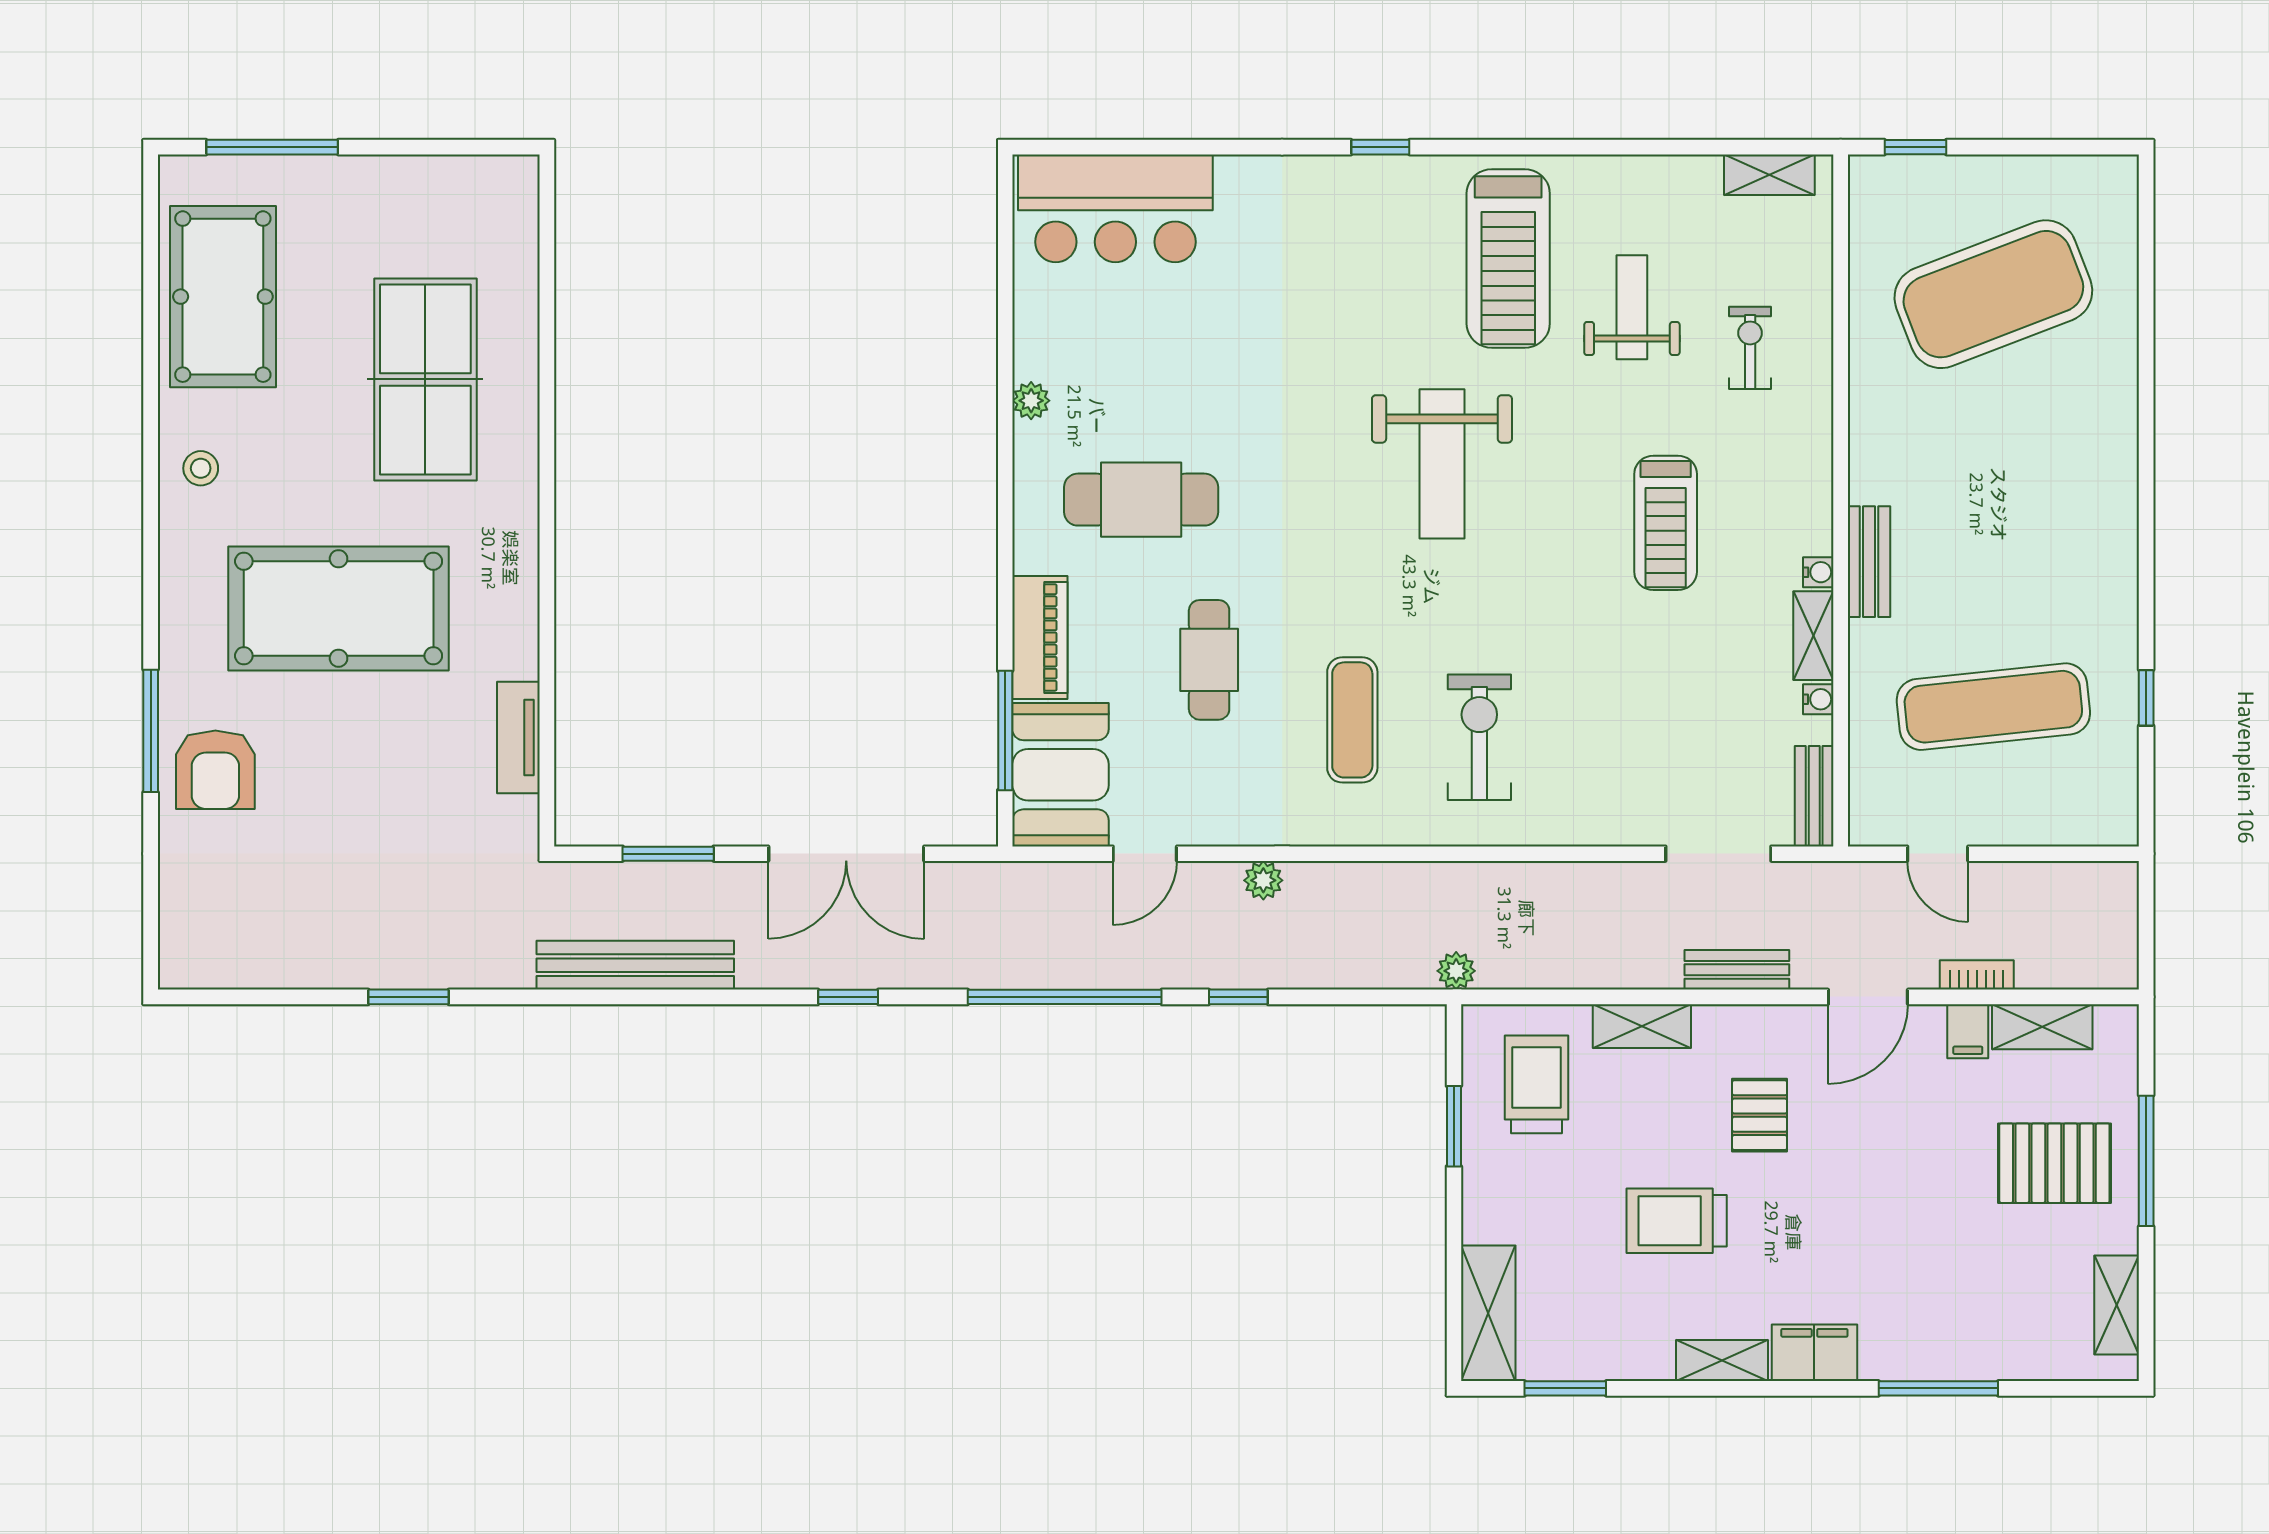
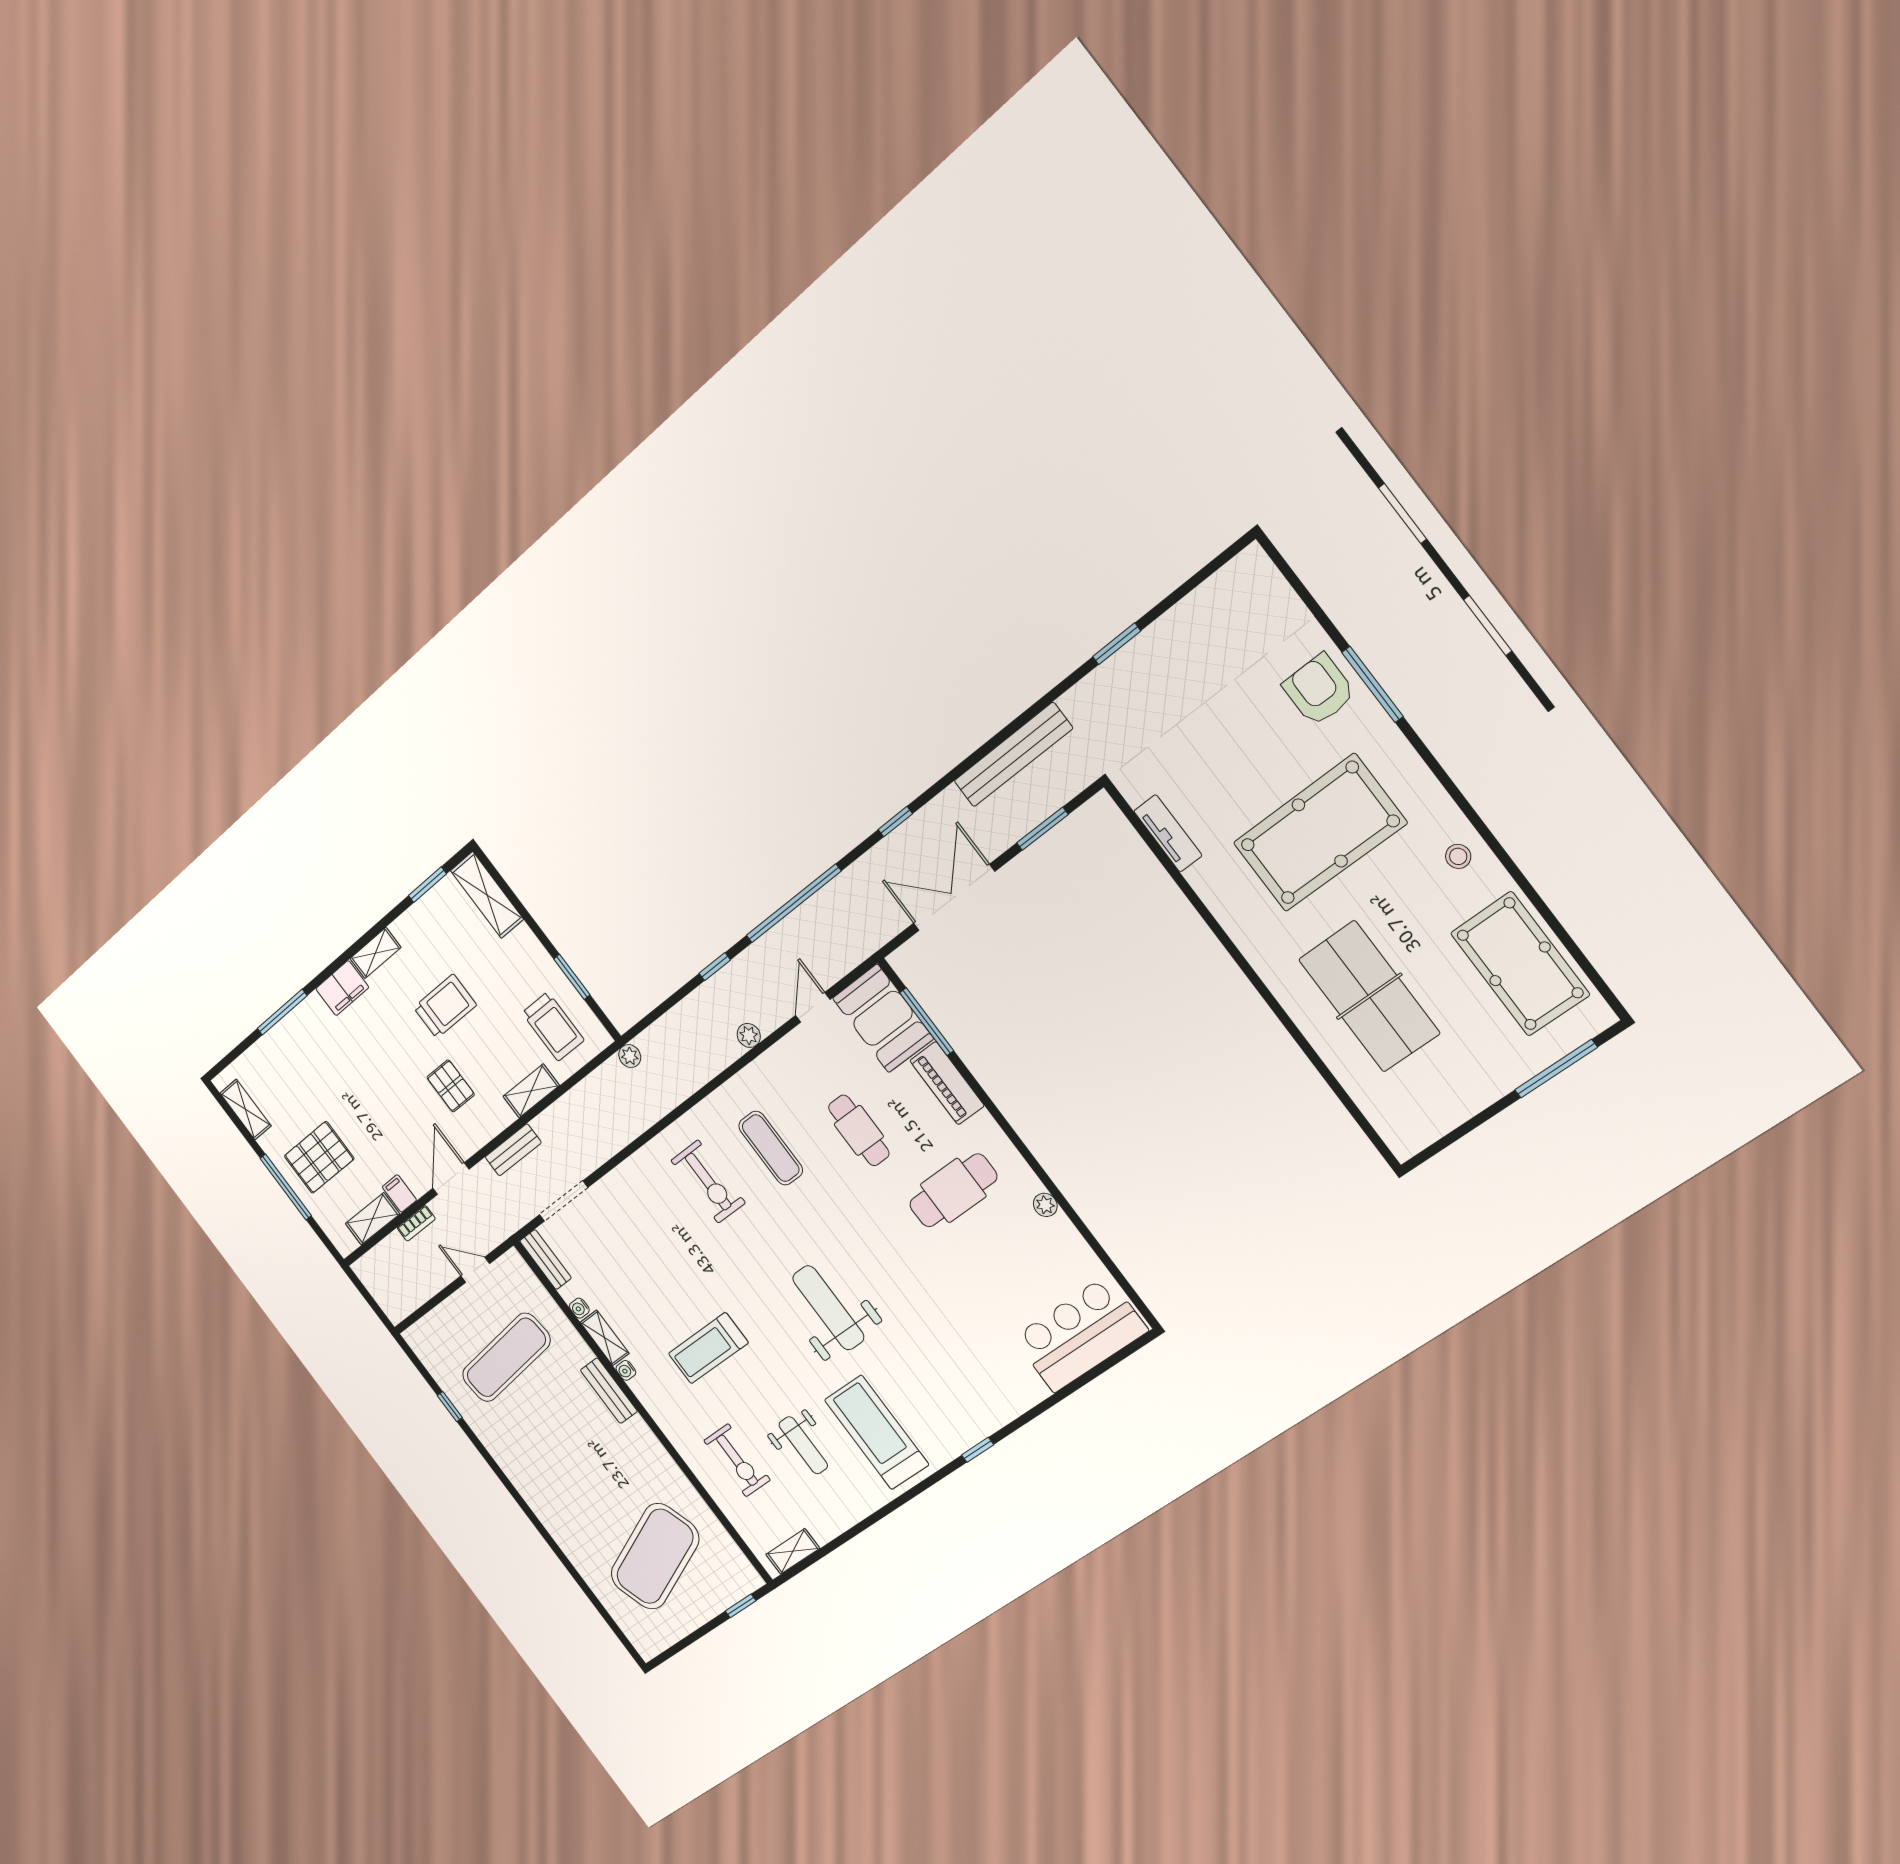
exercise bike: (1750, 348) -> (737, 1460), width x1.38, depth x1.39
treadmill: (1666, 523) -> (708, 1348), turned -90

